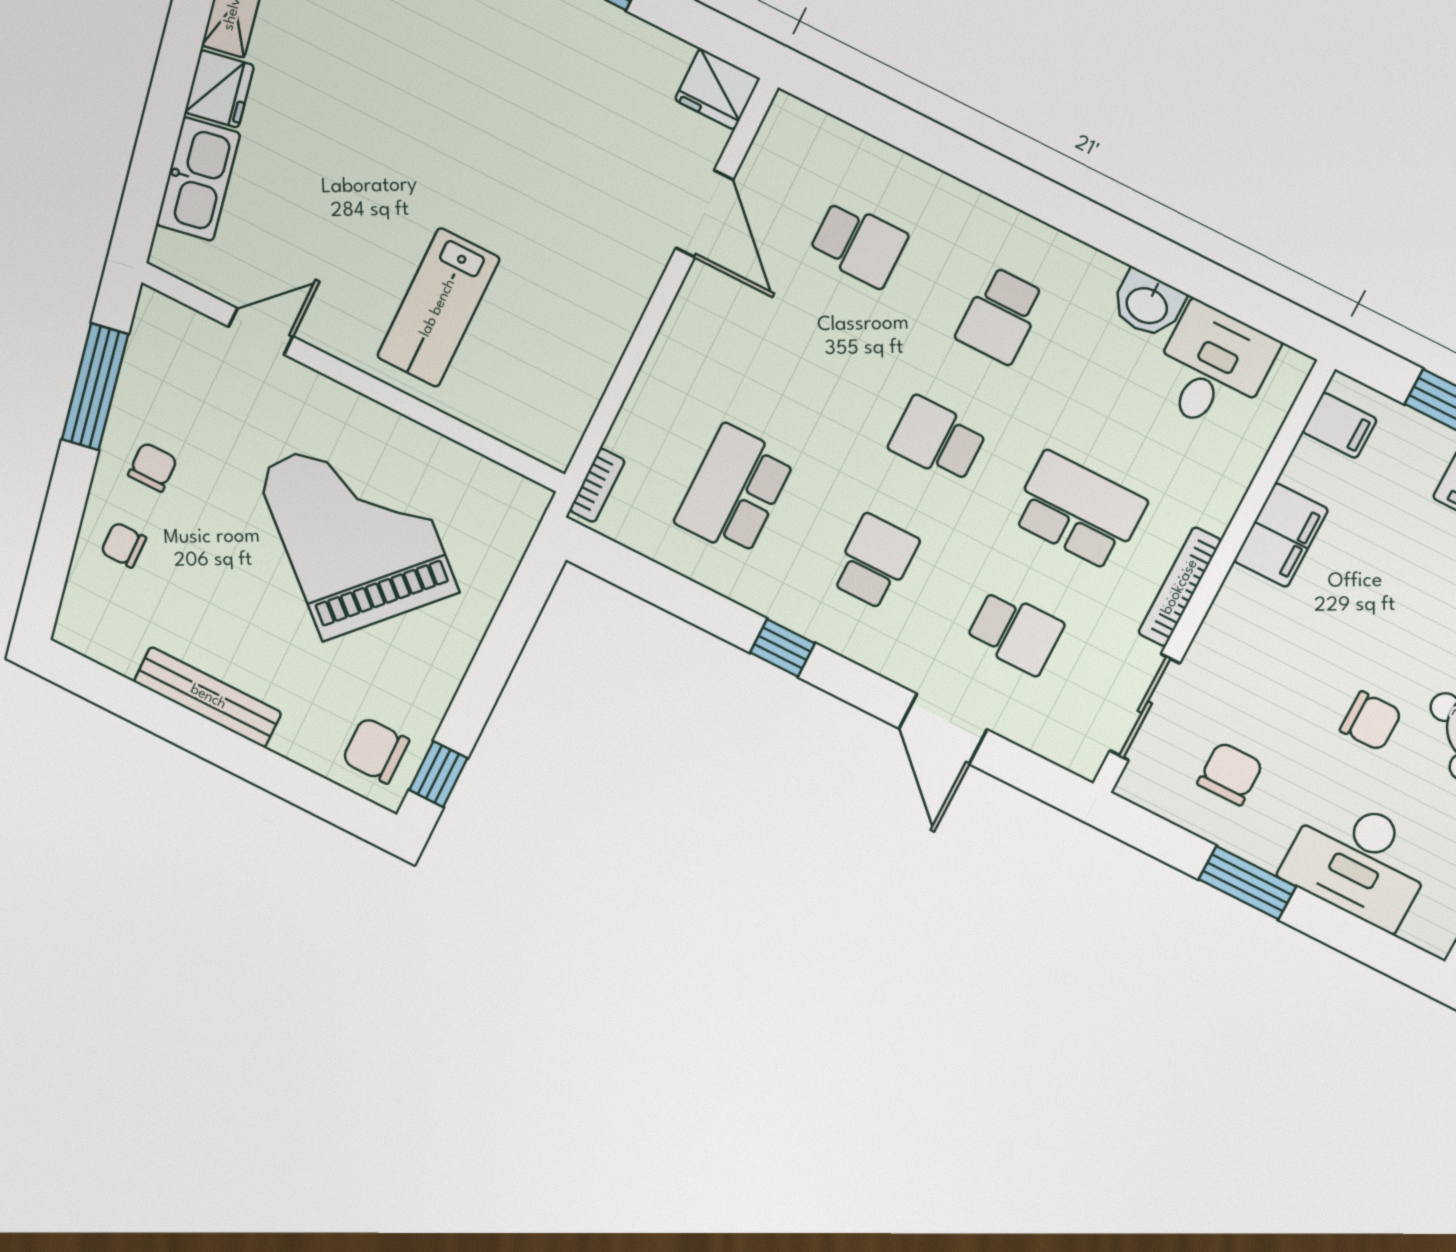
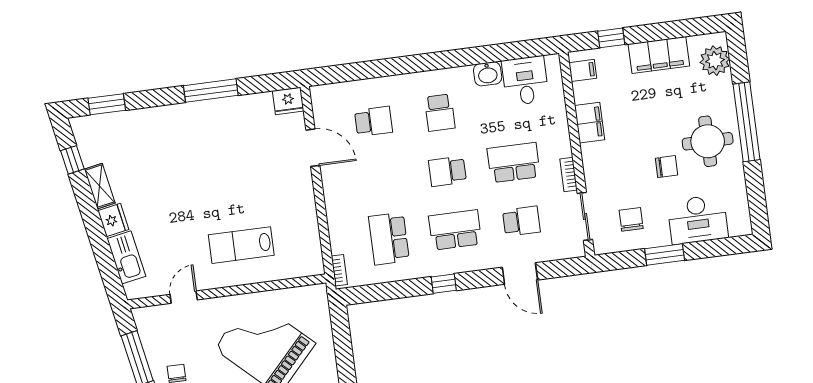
lab bench: (438, 308) -> (241, 245), turned 90
school desk: (875, 561) -> (455, 230), width x1.85
bookcase: (1180, 587) -> (569, 174), width x0.64

